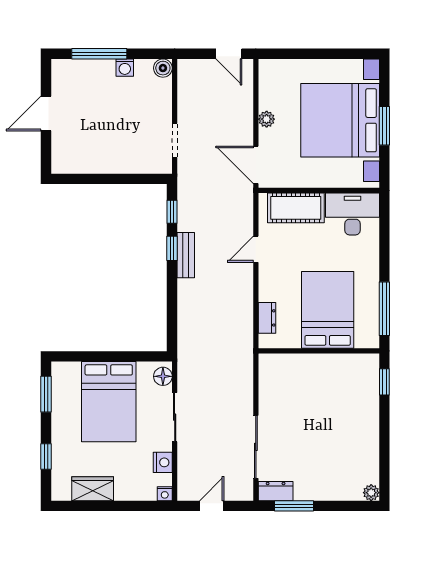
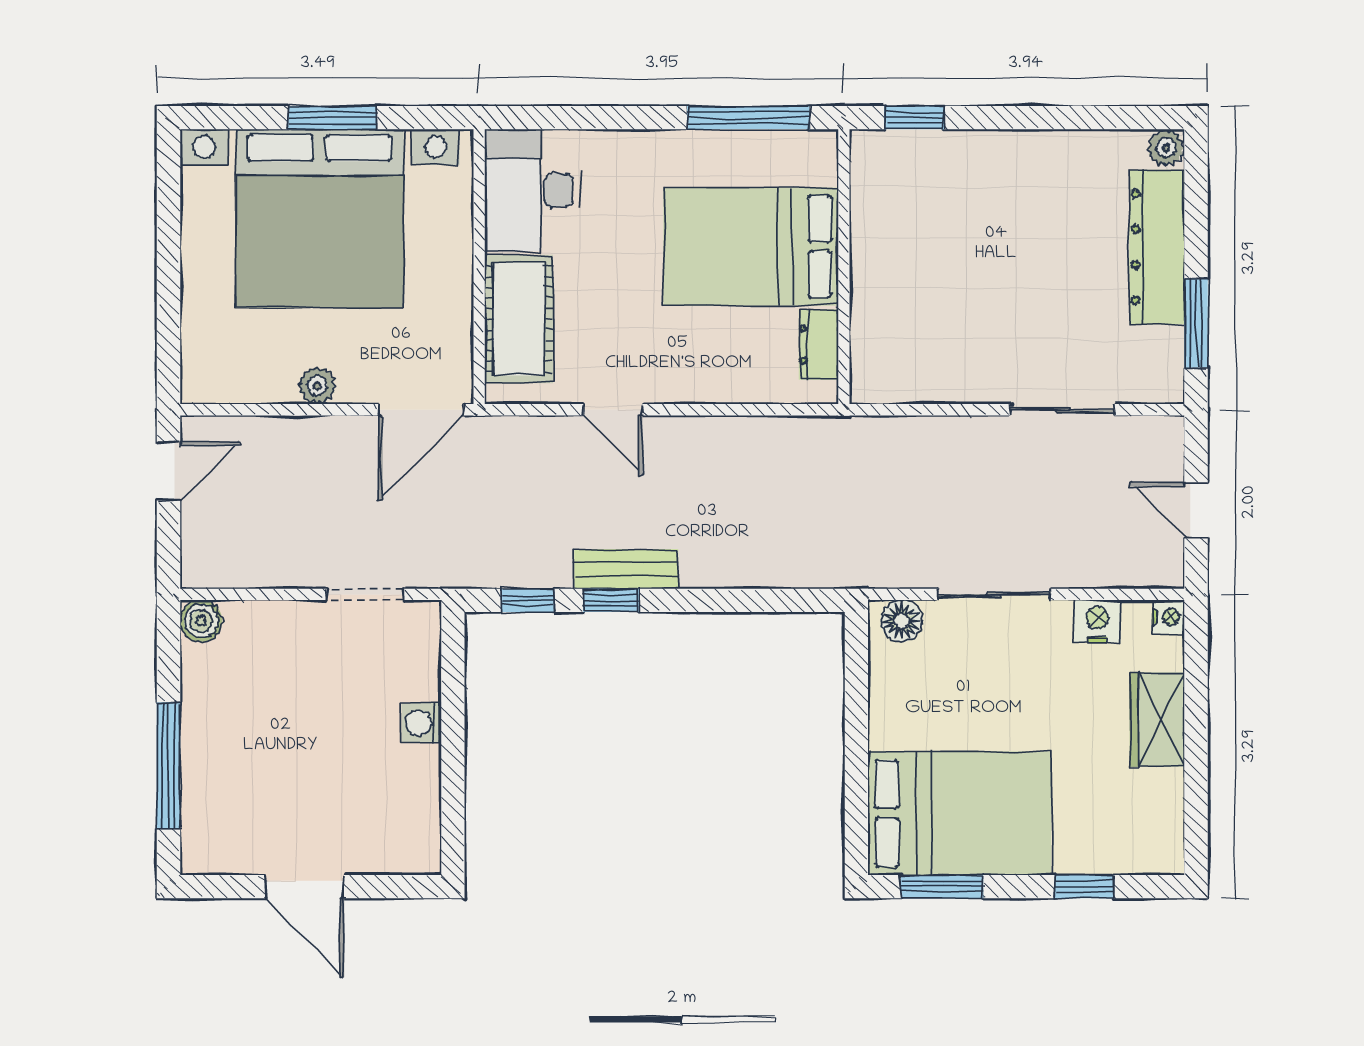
washing machine: (125, 68) -> (422, 723), moved, turned 180
dresser: (267, 318) -> (819, 344), moved, turned -90
bed: (109, 402) -> (959, 813), moved
sliding door: (256, 447) -> (1062, 410), width x0.73
wardrobe: (93, 489) -> (1157, 720), moved
dresser: (276, 491) -> (1157, 247), moved, width x1.96, depth x1.24

